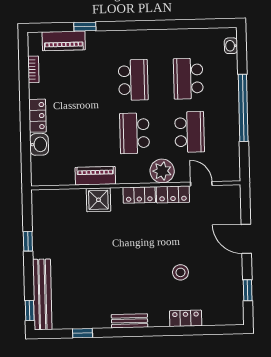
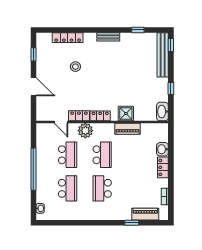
school desk: (190, 132) -> (68, 155), turned 180
washbasin: (40, 204) -> (162, 112), added
locker: (186, 318) -> (68, 38), width x1.53

